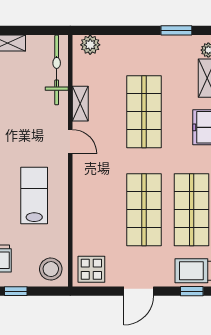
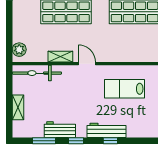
door: (70, 142) -> (87, 64), hinge flipped

